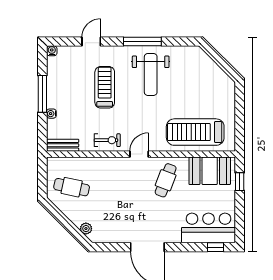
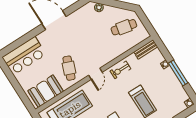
window: (240, 182) -> (23, 96), removed
window: (216, 247) -> (12, 47), removed

